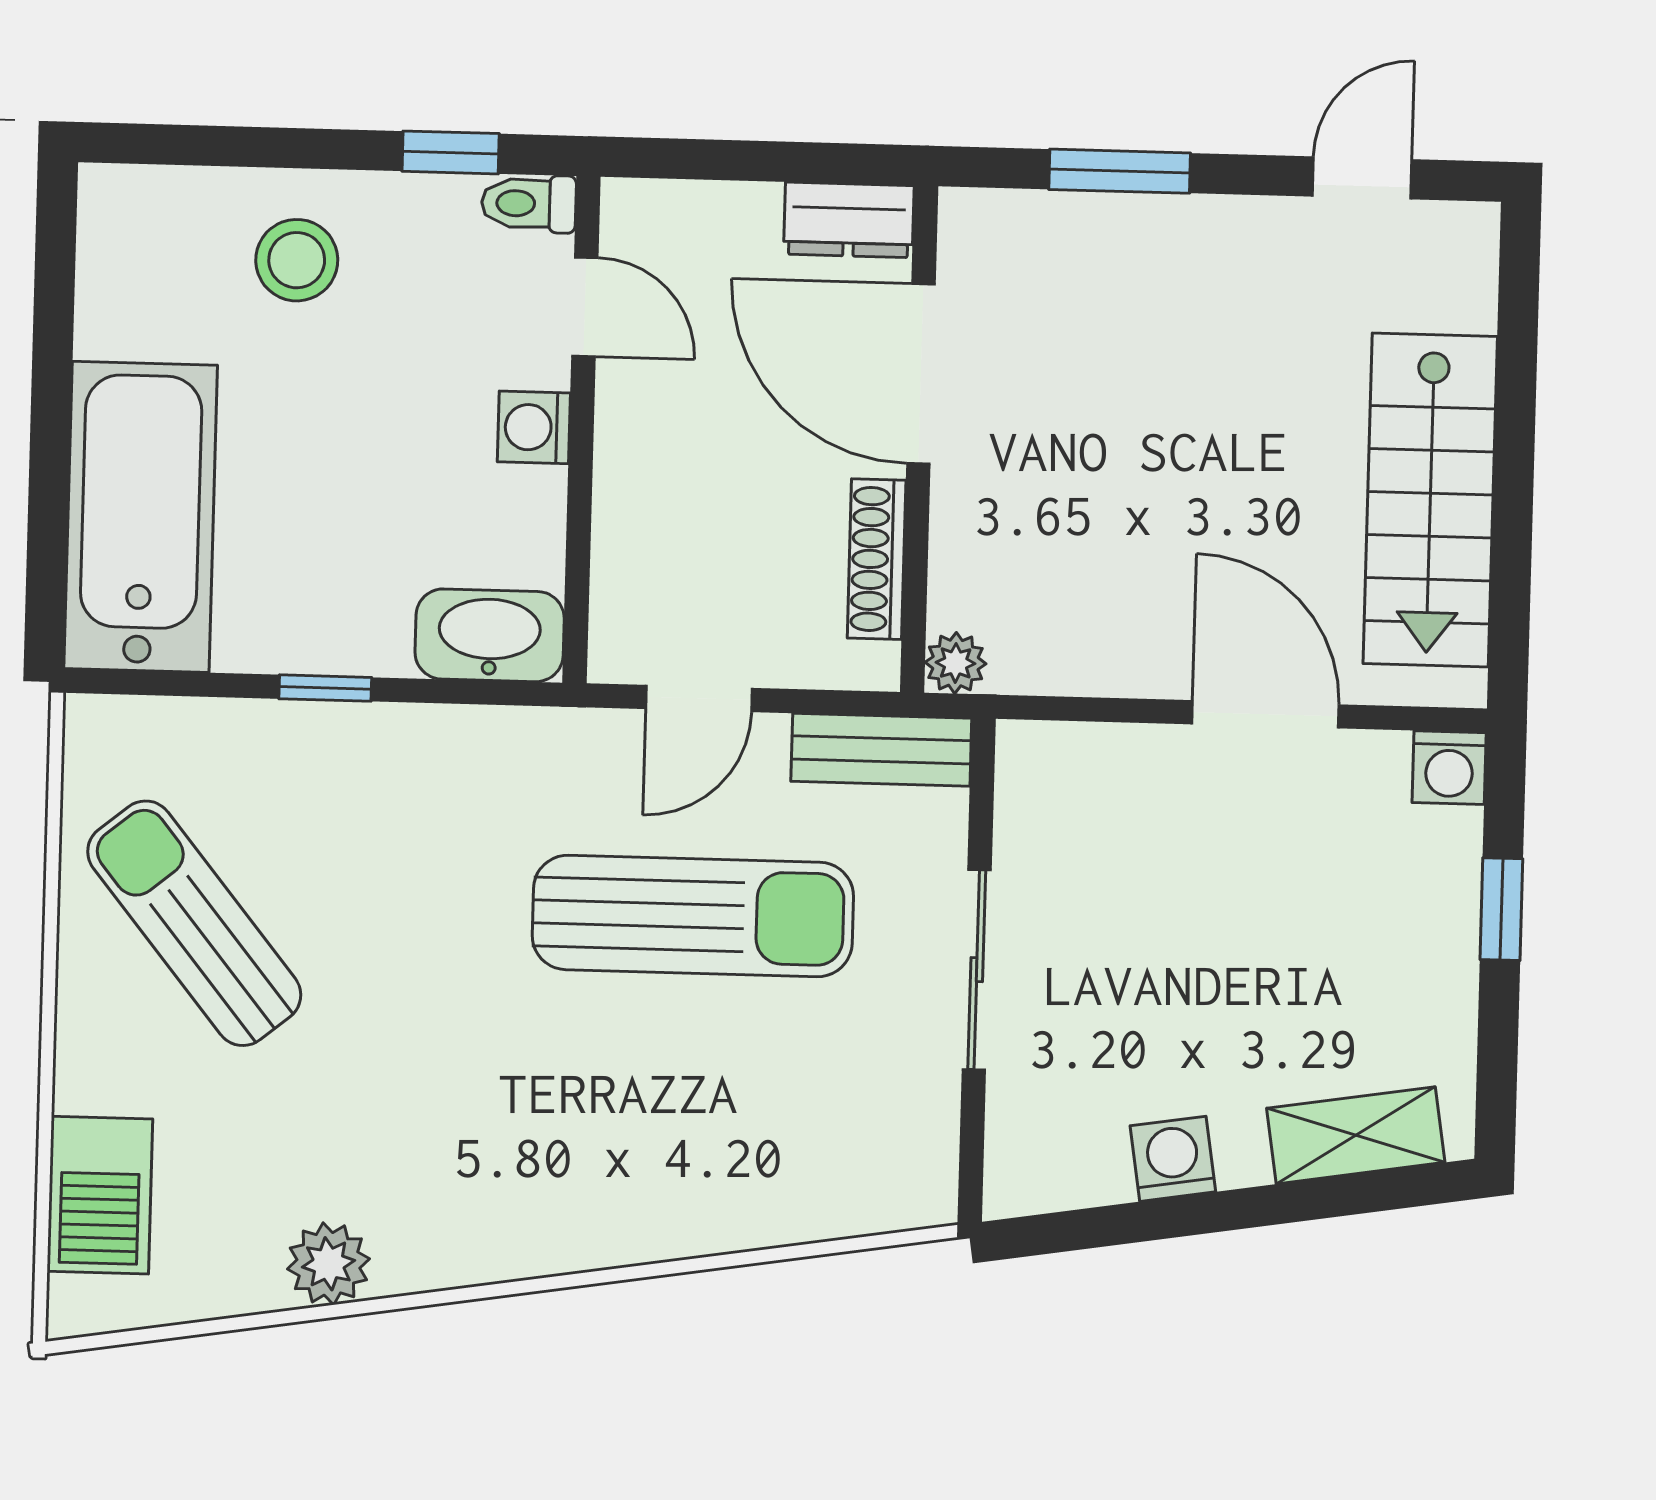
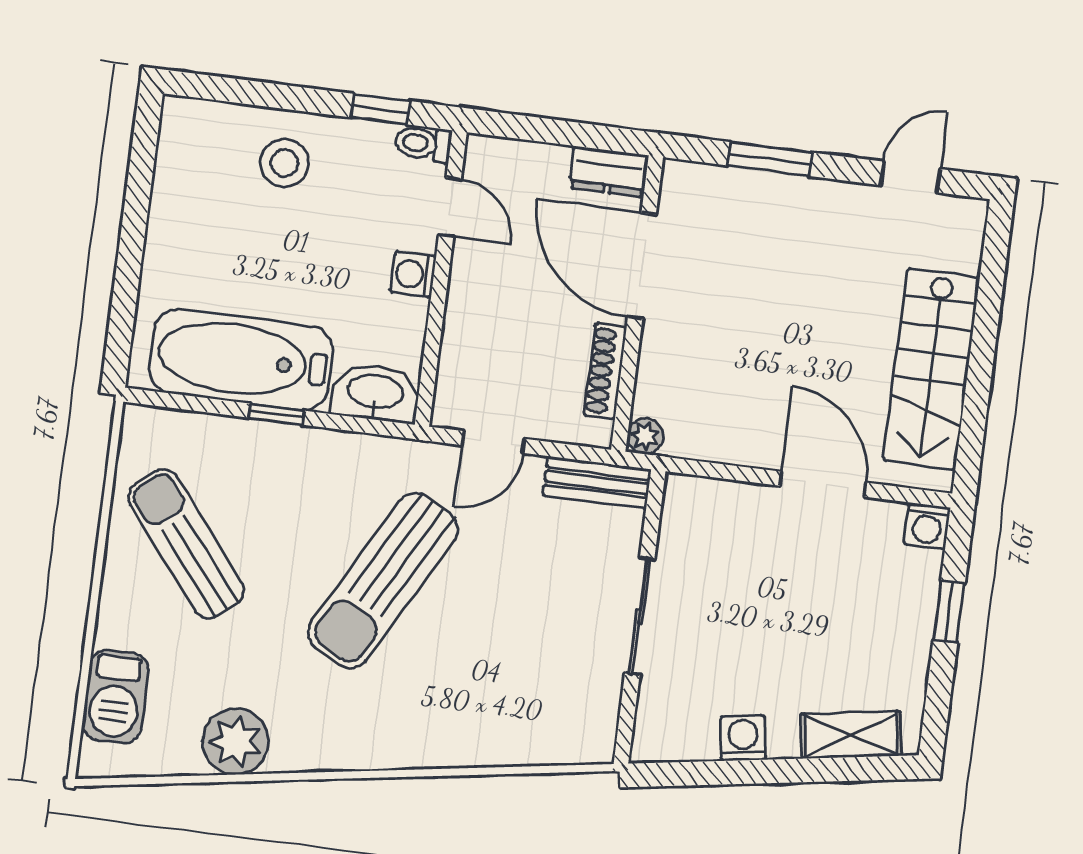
bathtub: (141, 517) -> (241, 360), moved, turned -90
sun lounger: (693, 916) -> (383, 580), moved, turned 119
plant: (328, 1264) -> (236, 741), width x1.36, depth x1.36

